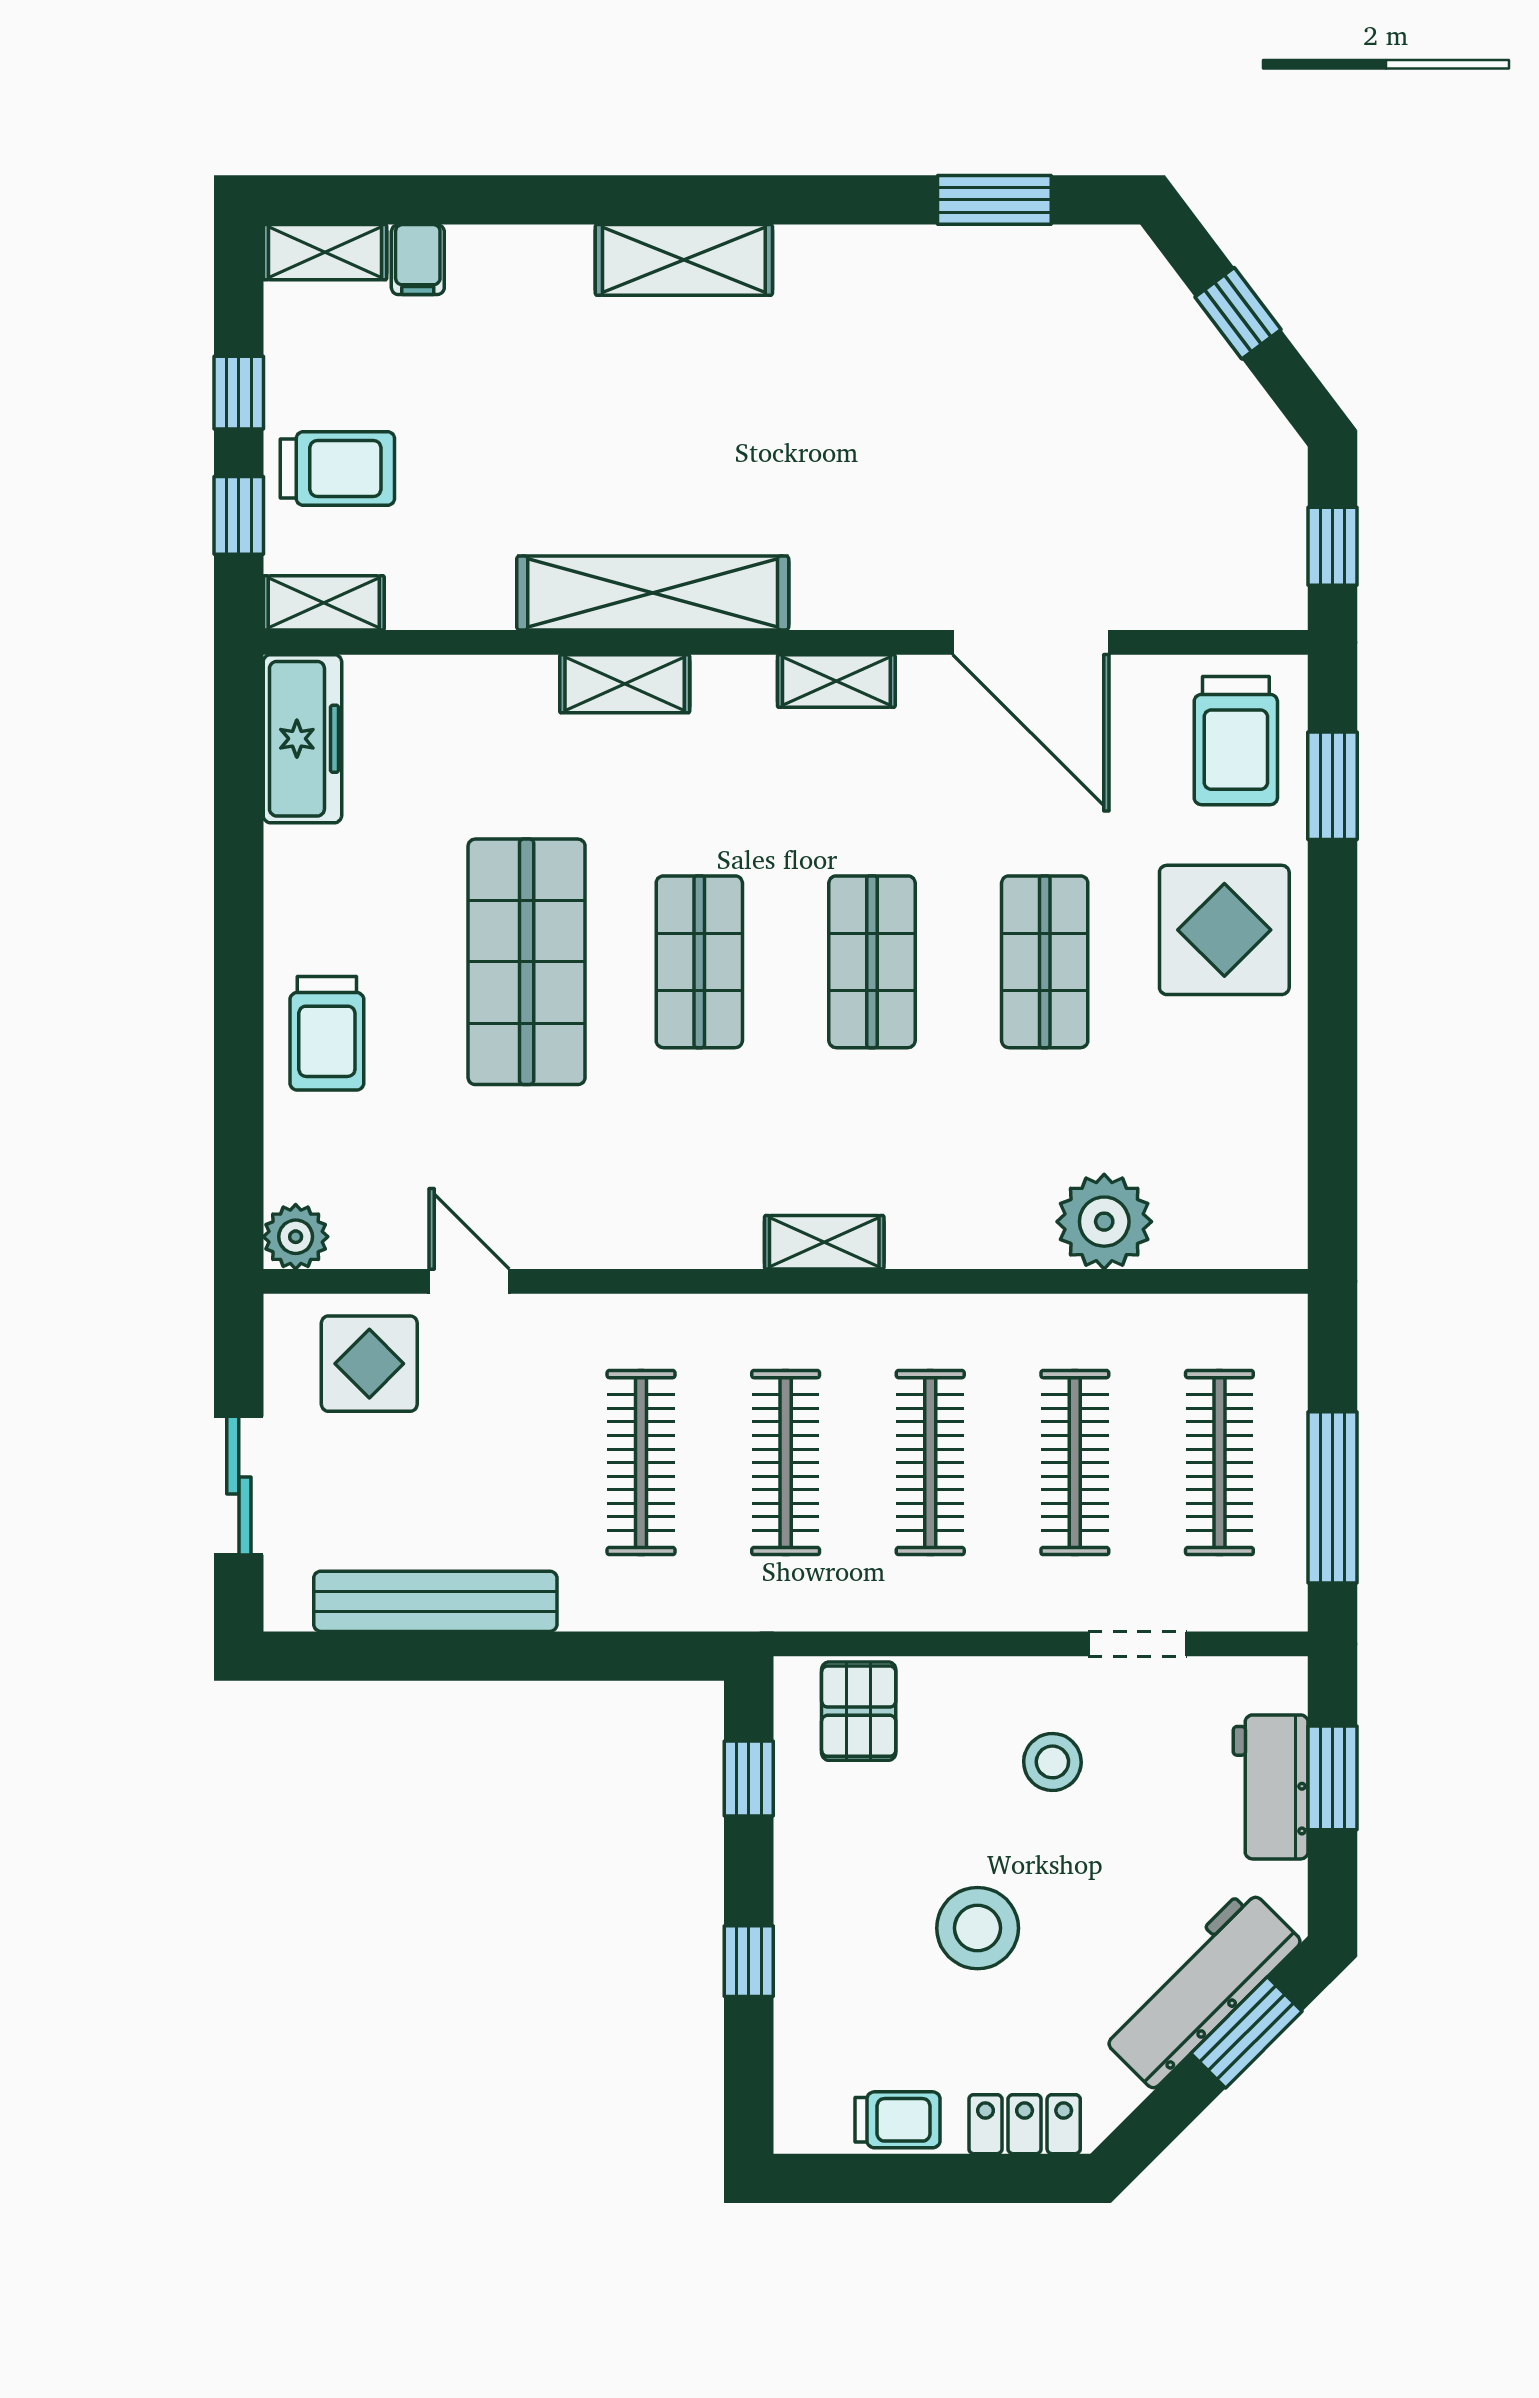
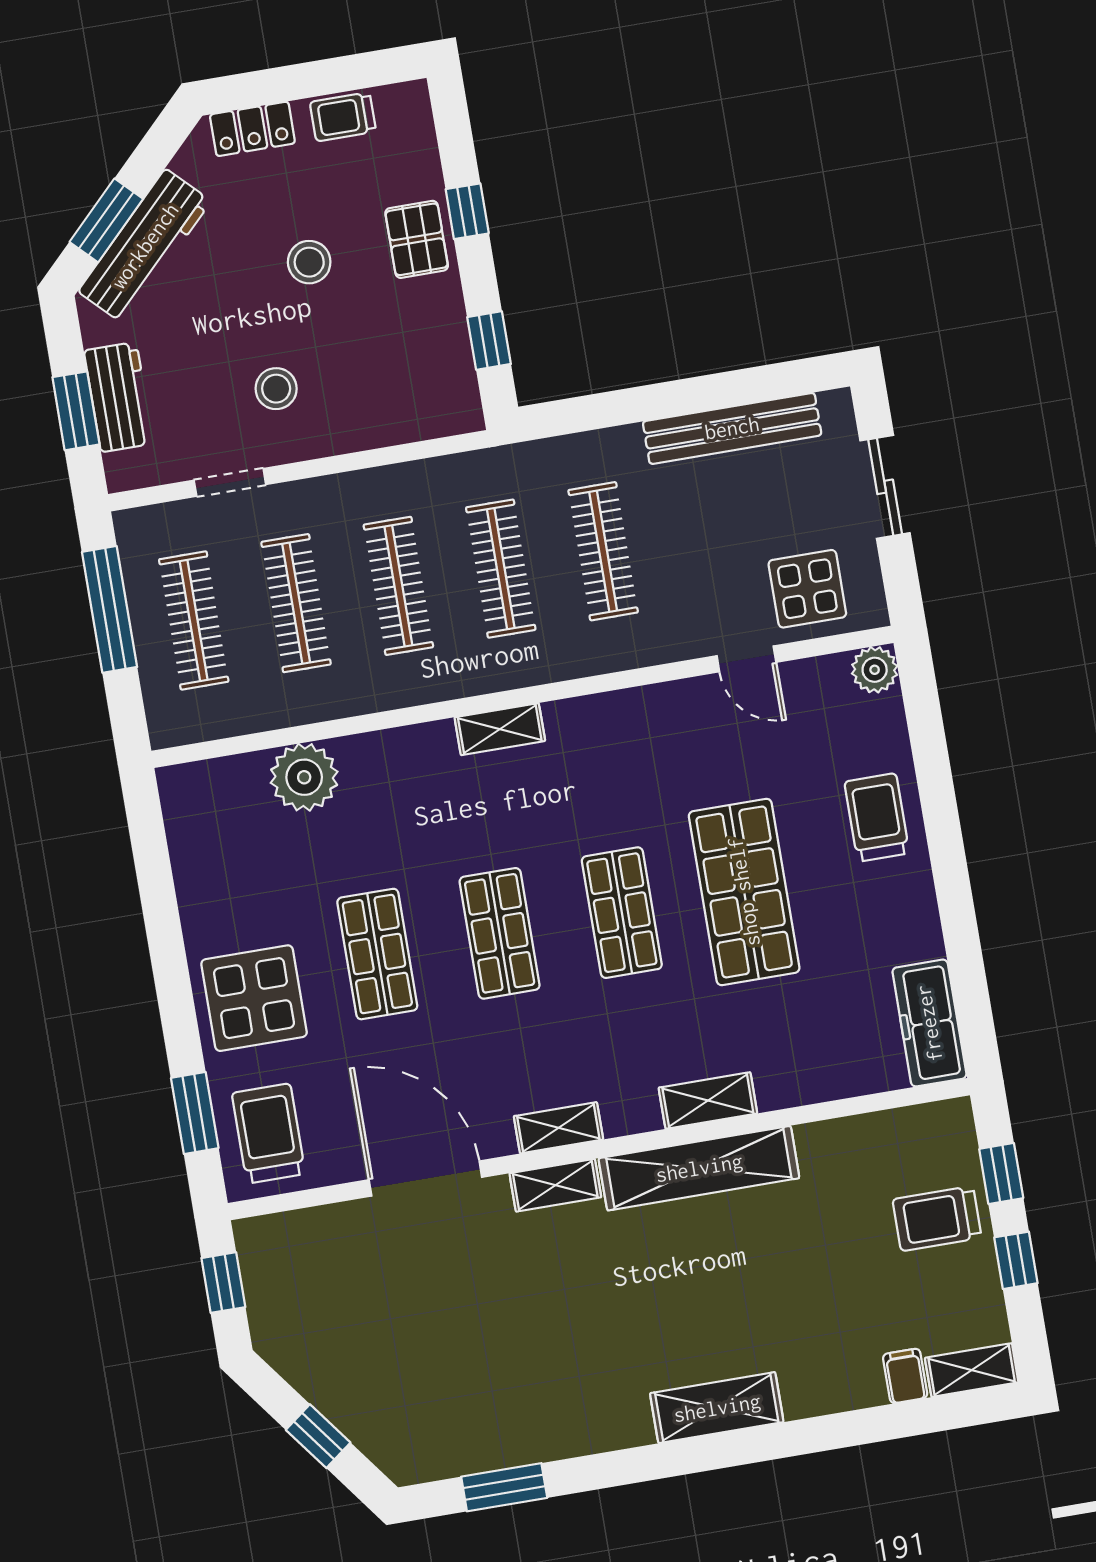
shelving: (324, 603) -> (555, 1185), moved
pallet: (859, 1711) -> (417, 239), moved
stool: (978, 1928) -> (309, 262), width x0.73, depth x0.73

